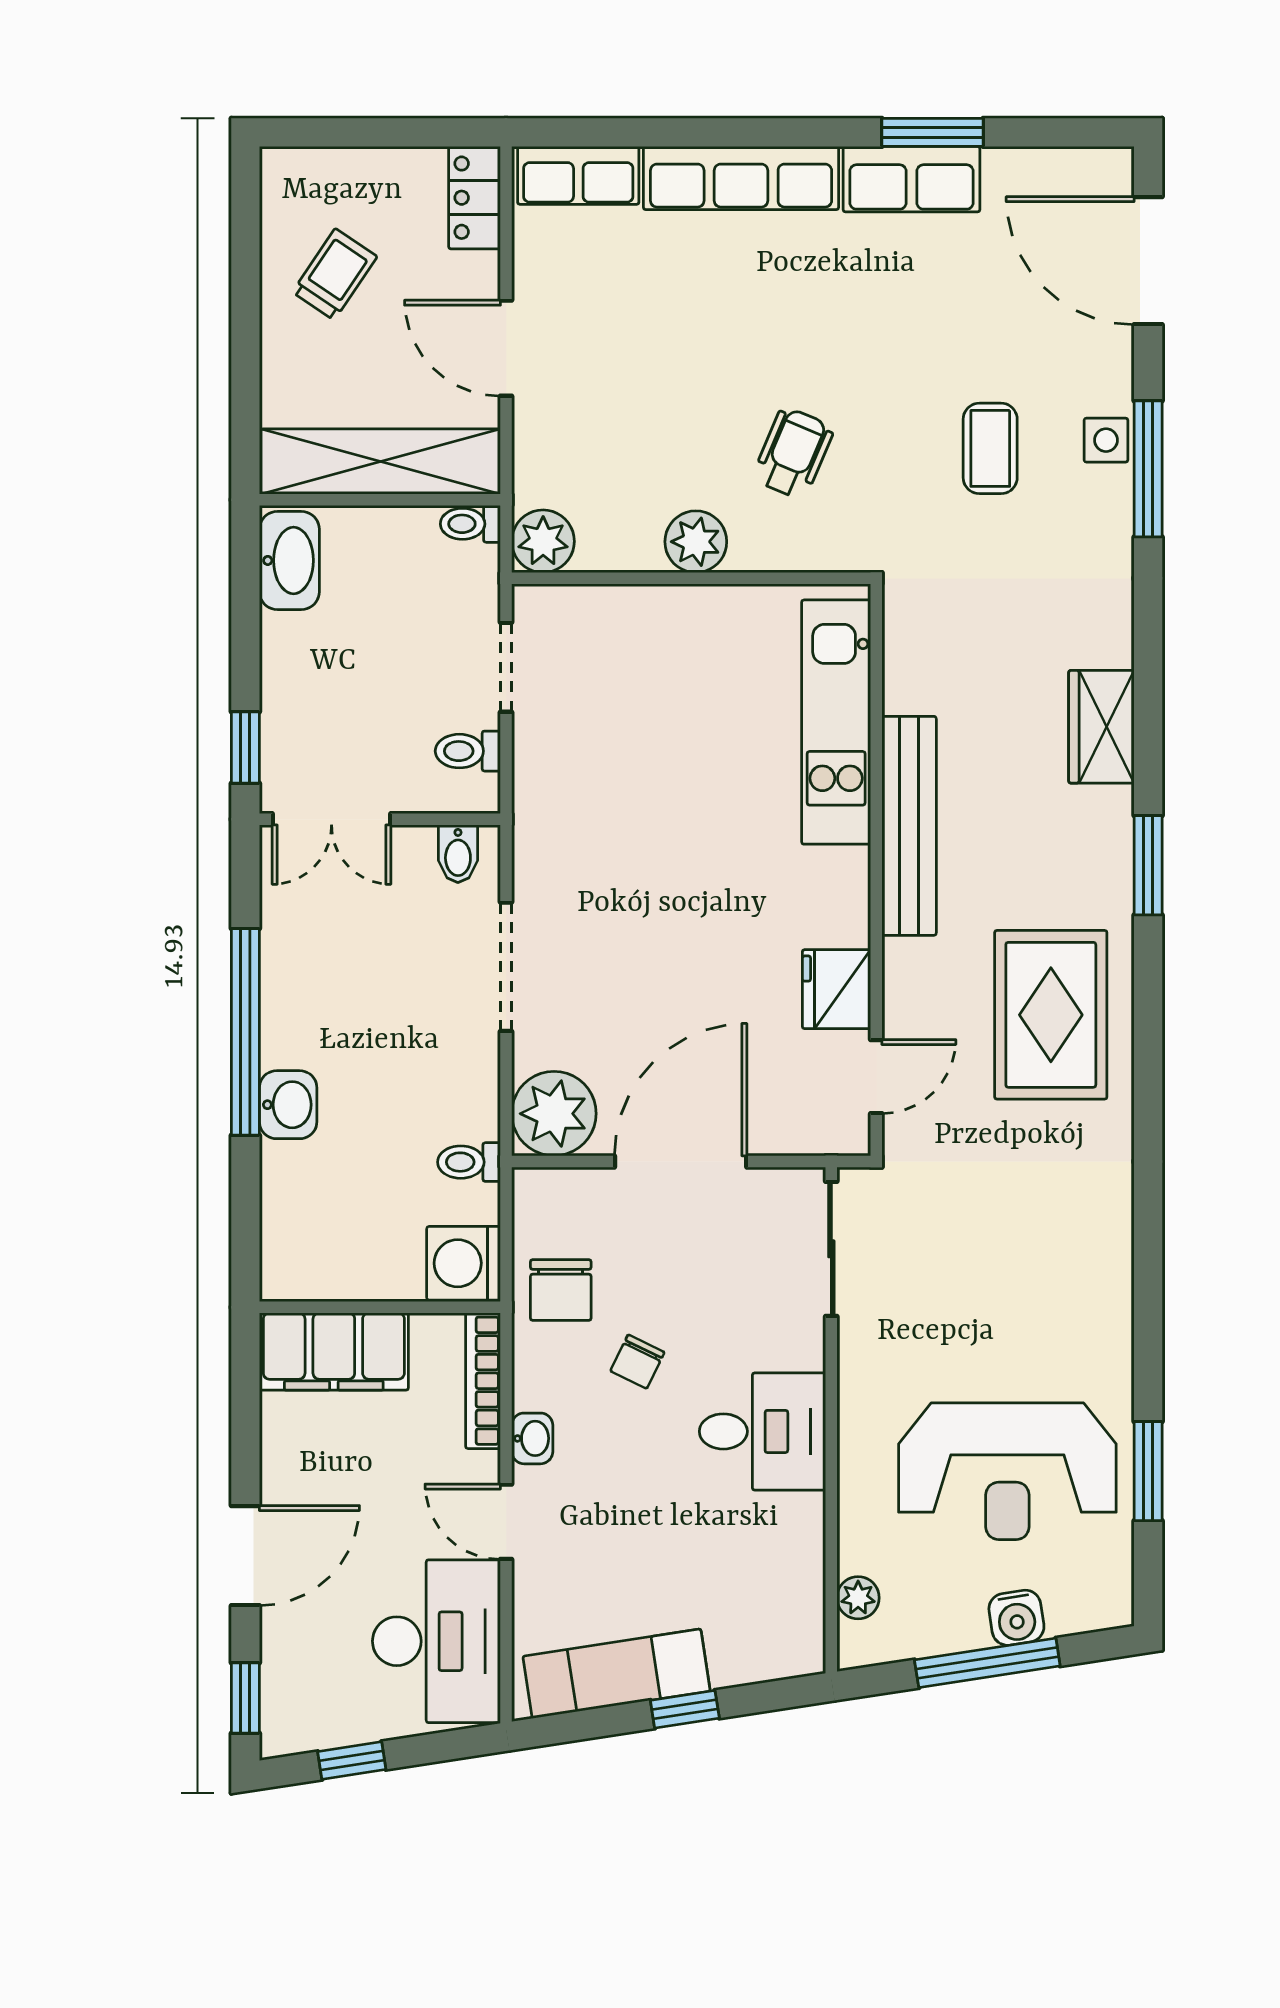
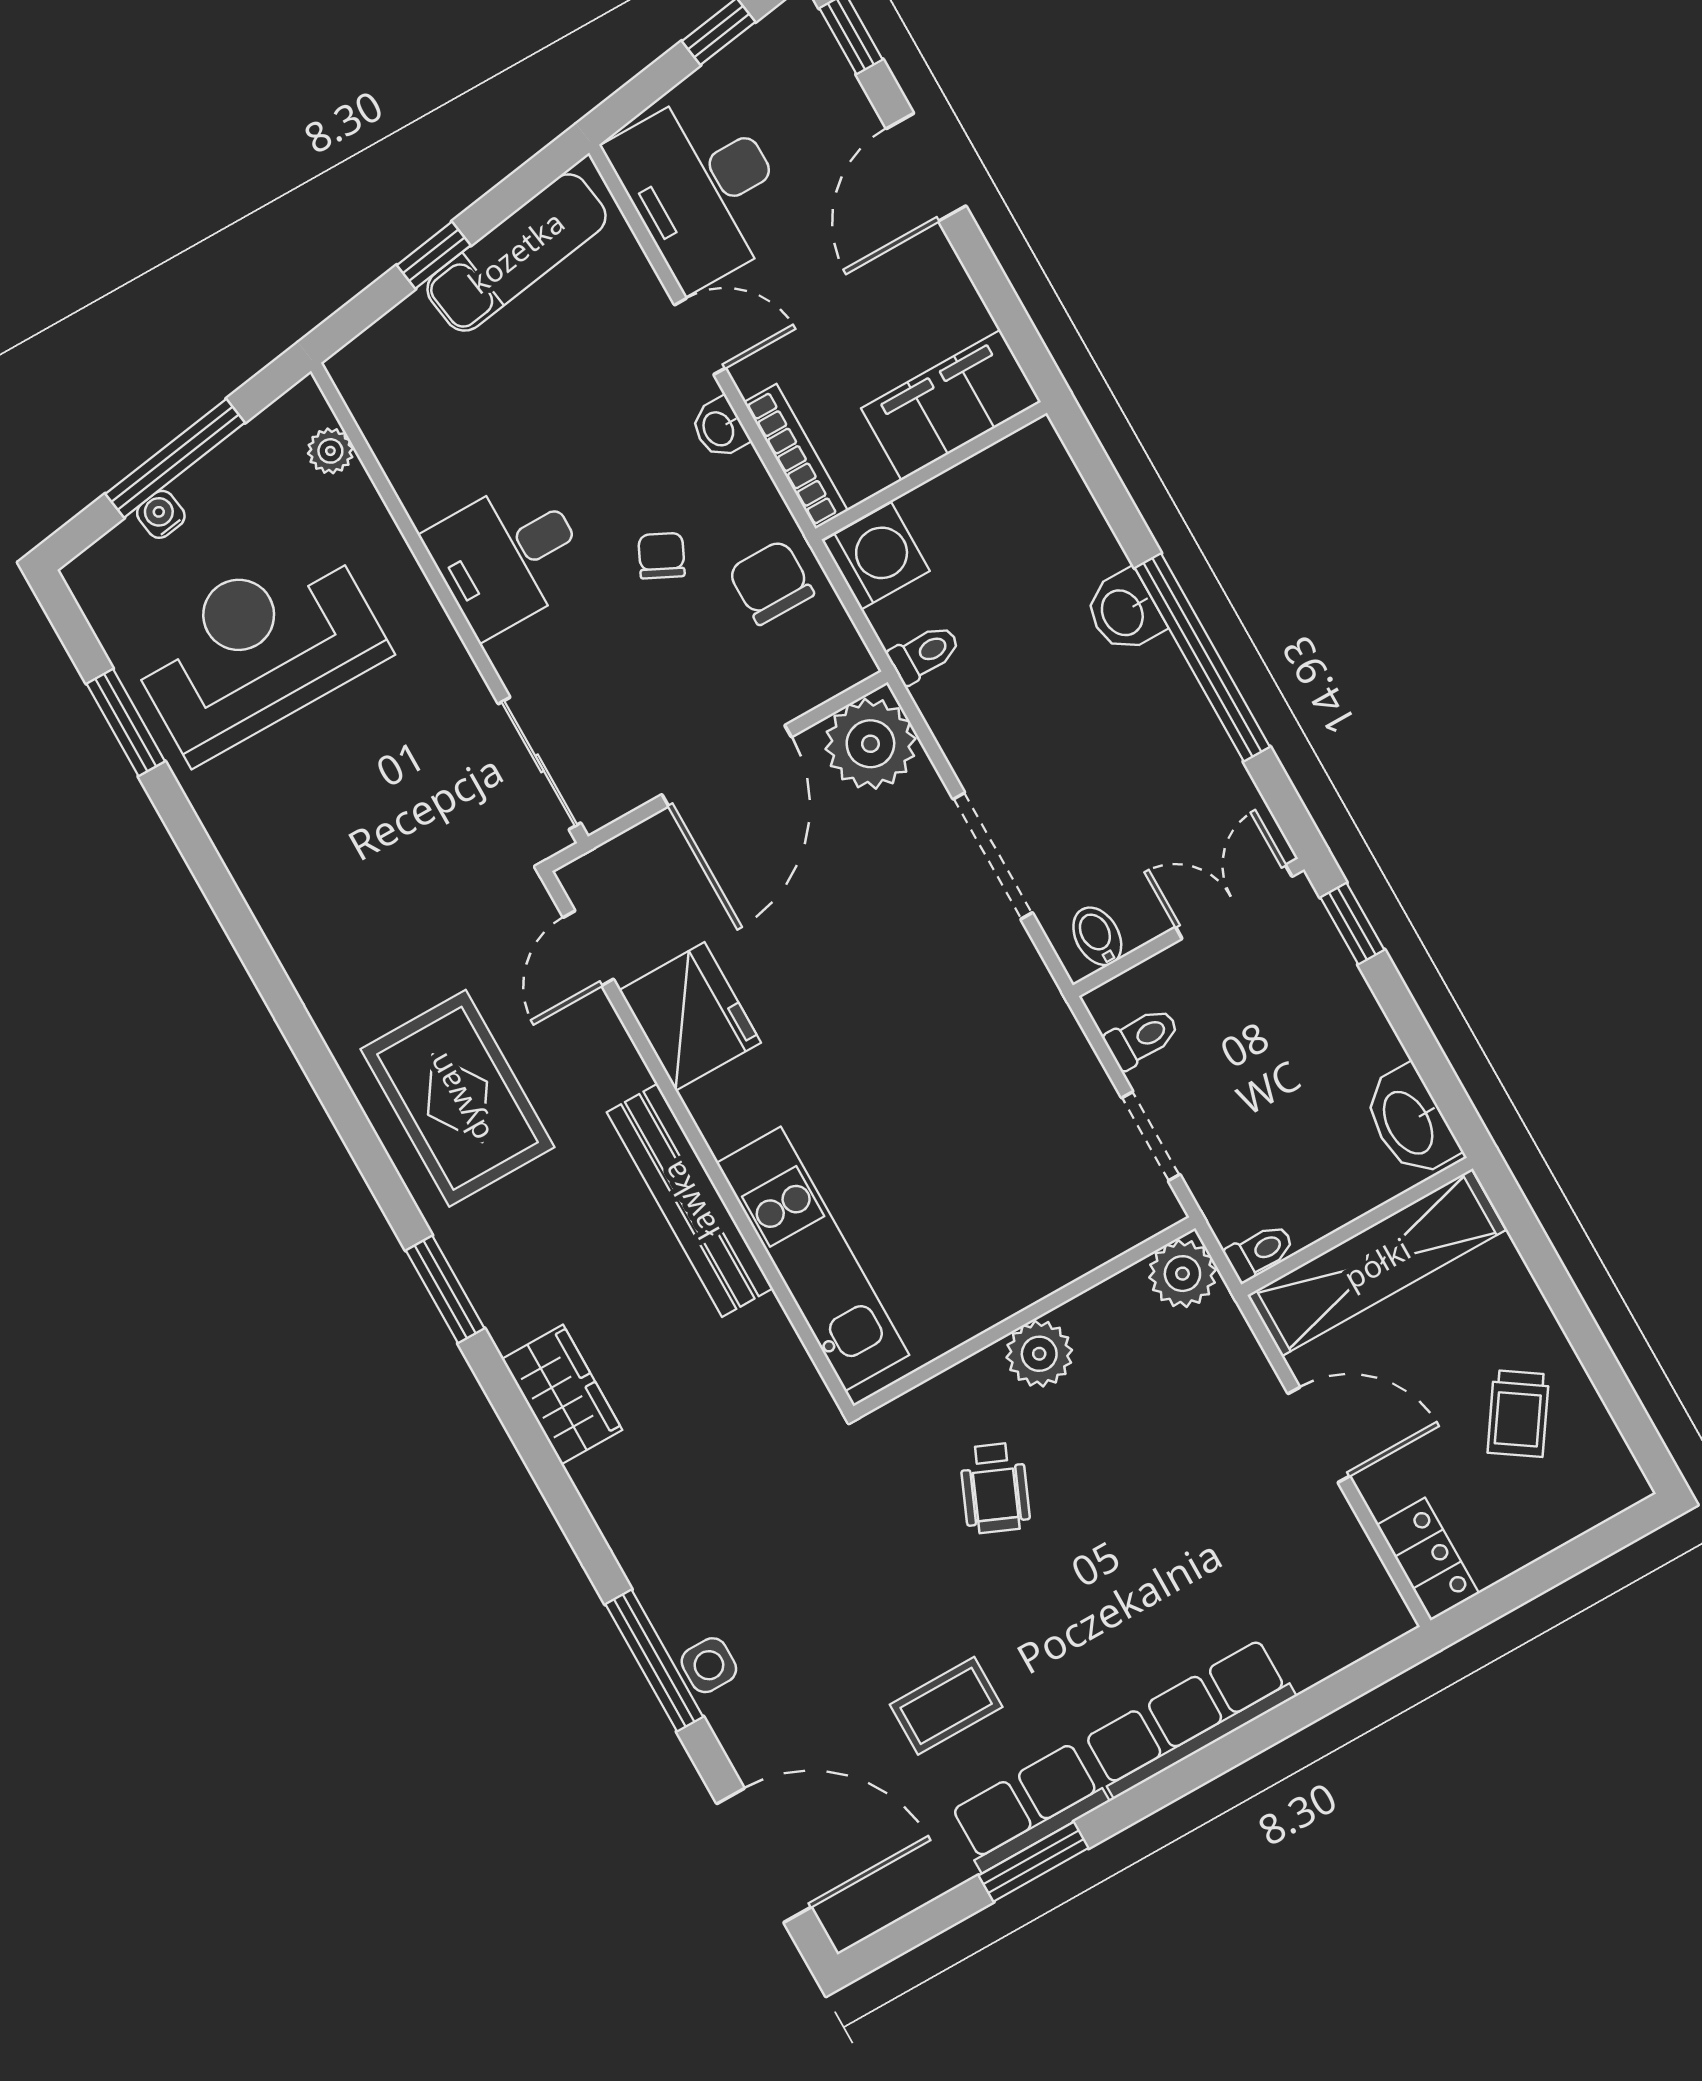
row of seats: (578, 175) -> (1342, 1635), removed
coffee table: (990, 448) -> (946, 1706), moved, turned 90
fridge: (836, 989) -> (690, 1016), width x1.36, depth x1.34
water cooler: (1016, 1618) -> (161, 514), width x0.72, depth x0.72

